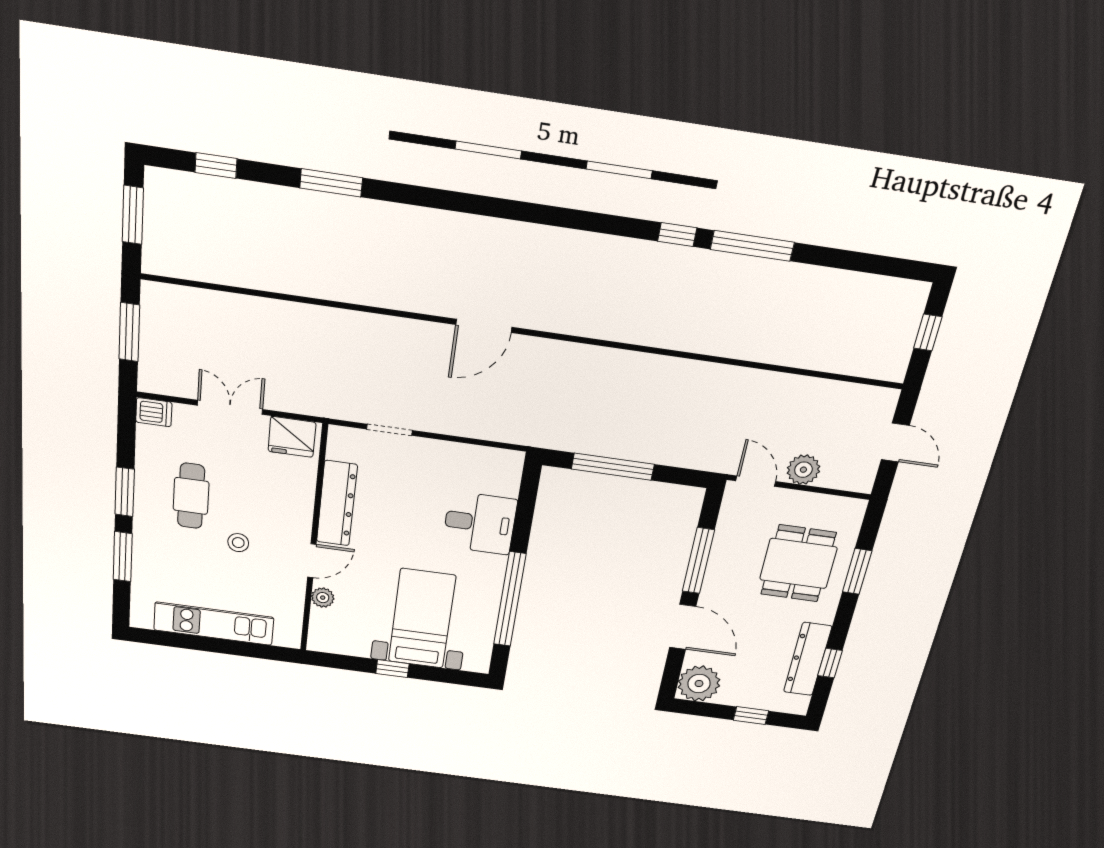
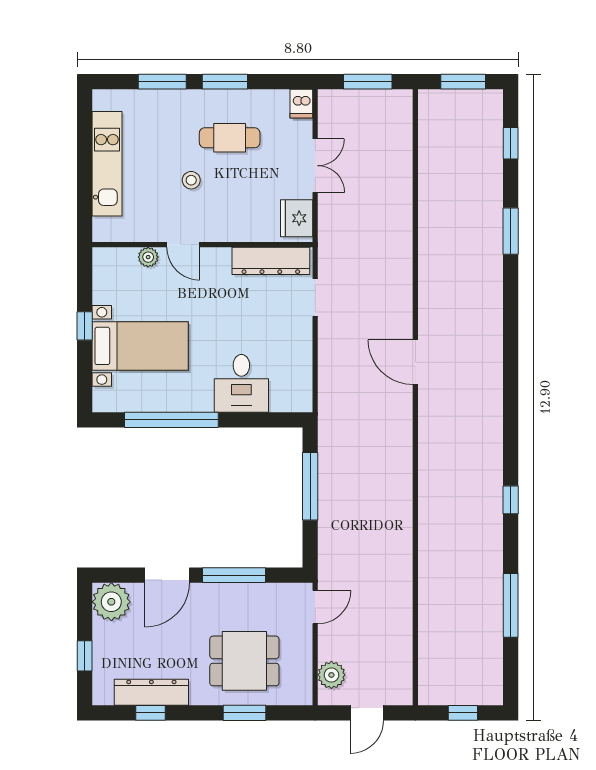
window: (752, 246) -> (511, 605), moved
plant: (803, 470) -> (331, 675), moved
dresser: (337, 503) -> (271, 261), moved

